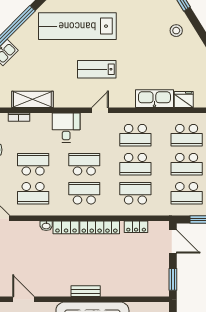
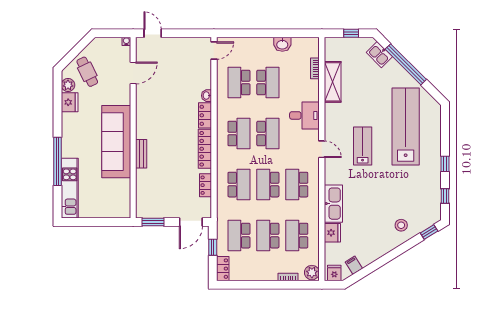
bench: (86, 291) -> (141, 154), moved

